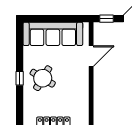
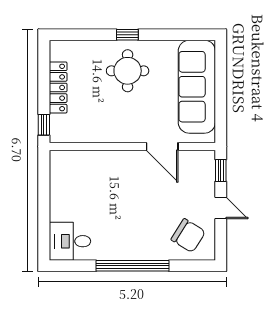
round table: (43, 78) -> (128, 71), turned -31

